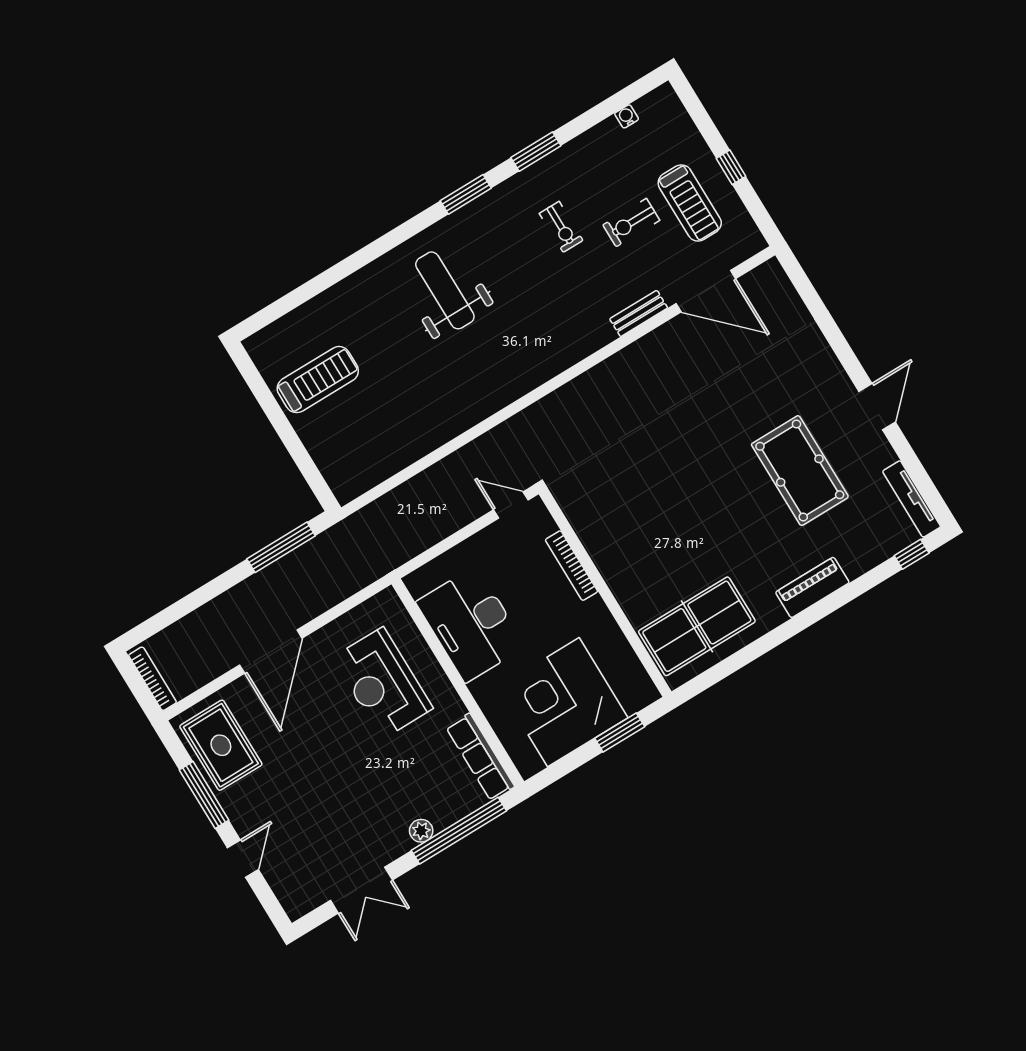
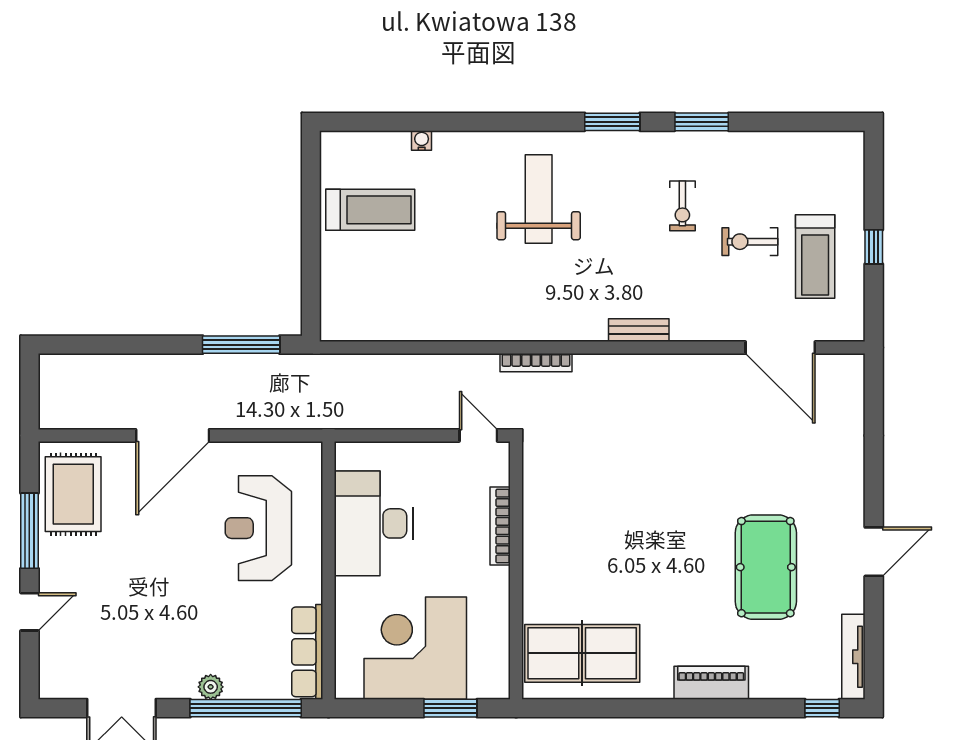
water cooler: (627, 116) -> (422, 140), moved
bench: (639, 313) -> (639, 330), moved
bookcase: (152, 679) -> (536, 363), moved, turned 90

